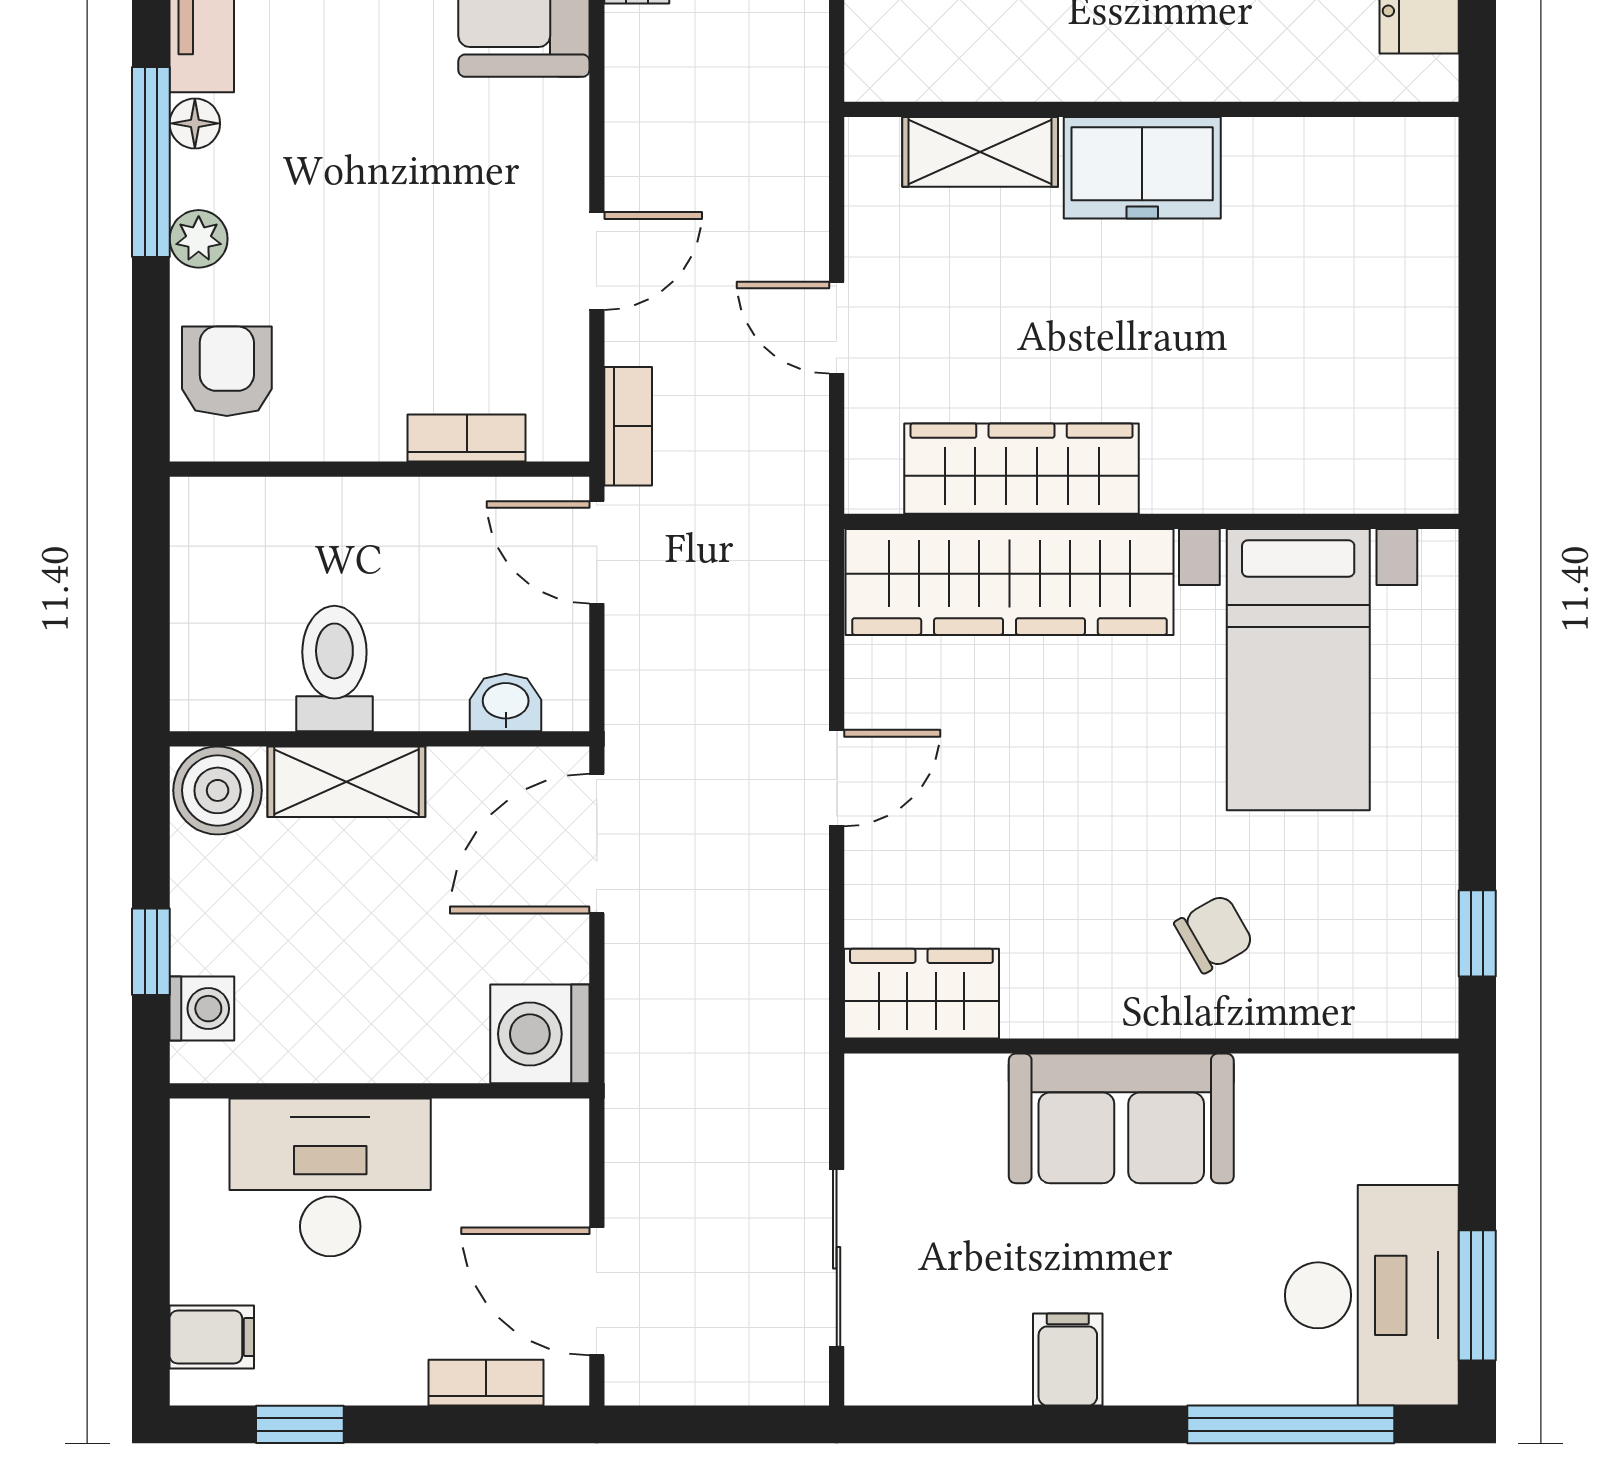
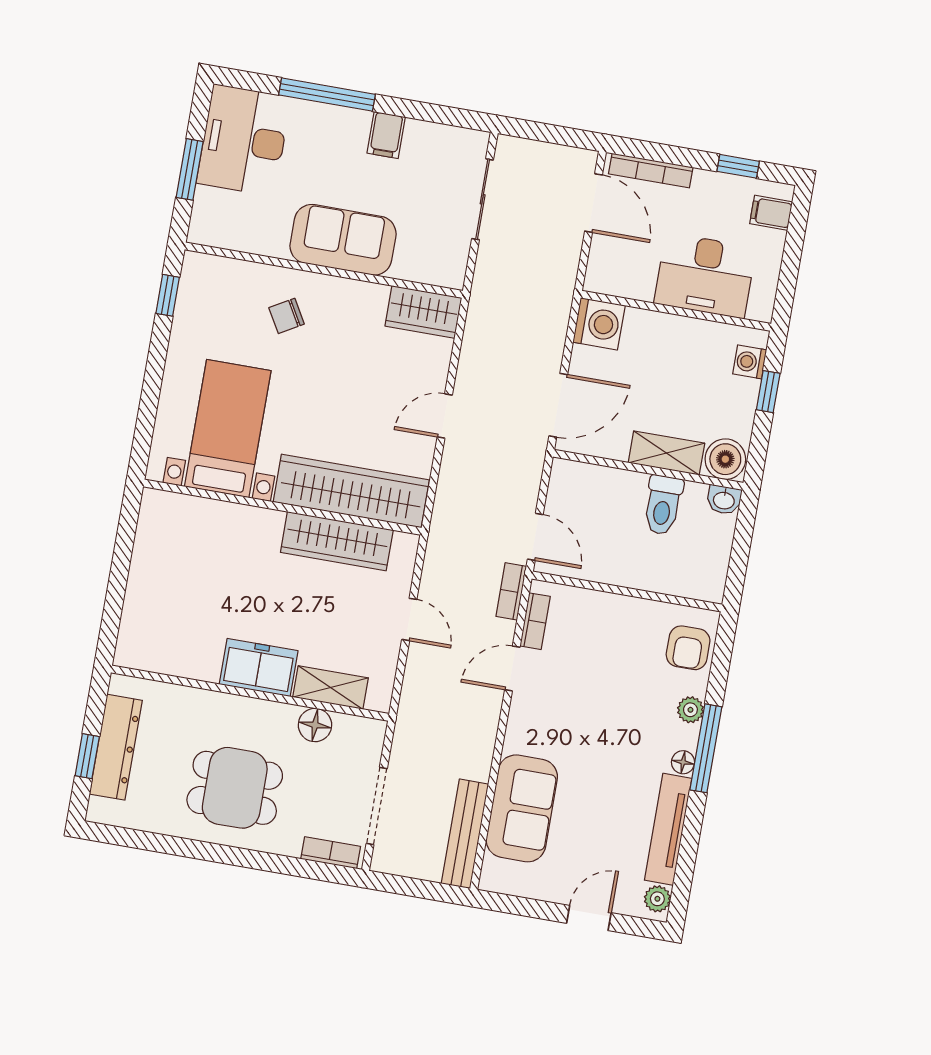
floor lamp: (1000, 65) -> (315, 725), added
bookcase: (467, 438) -> (535, 621), moved, turned -90
washbasin: (506, 702) -> (724, 500), moved
window: (1477, 1295) -> (190, 169), moved
bookcase: (486, 1383) -> (651, 171), width x1.56
window: (1291, 1424) -> (327, 95), moved

